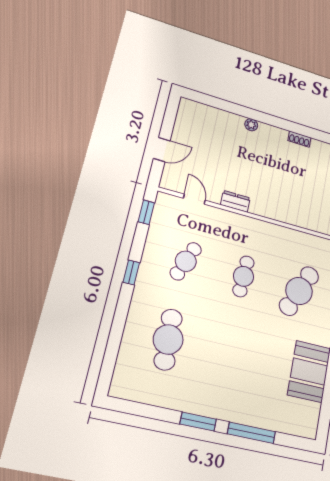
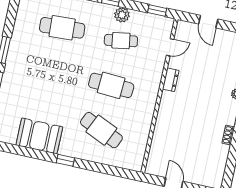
plant: (151, 258) -> (122, 15), added
cafe table: (186, 261) -> (121, 41), turned -30
cafe table: (244, 276) -> (111, 85), width x1.37, depth x1.35

